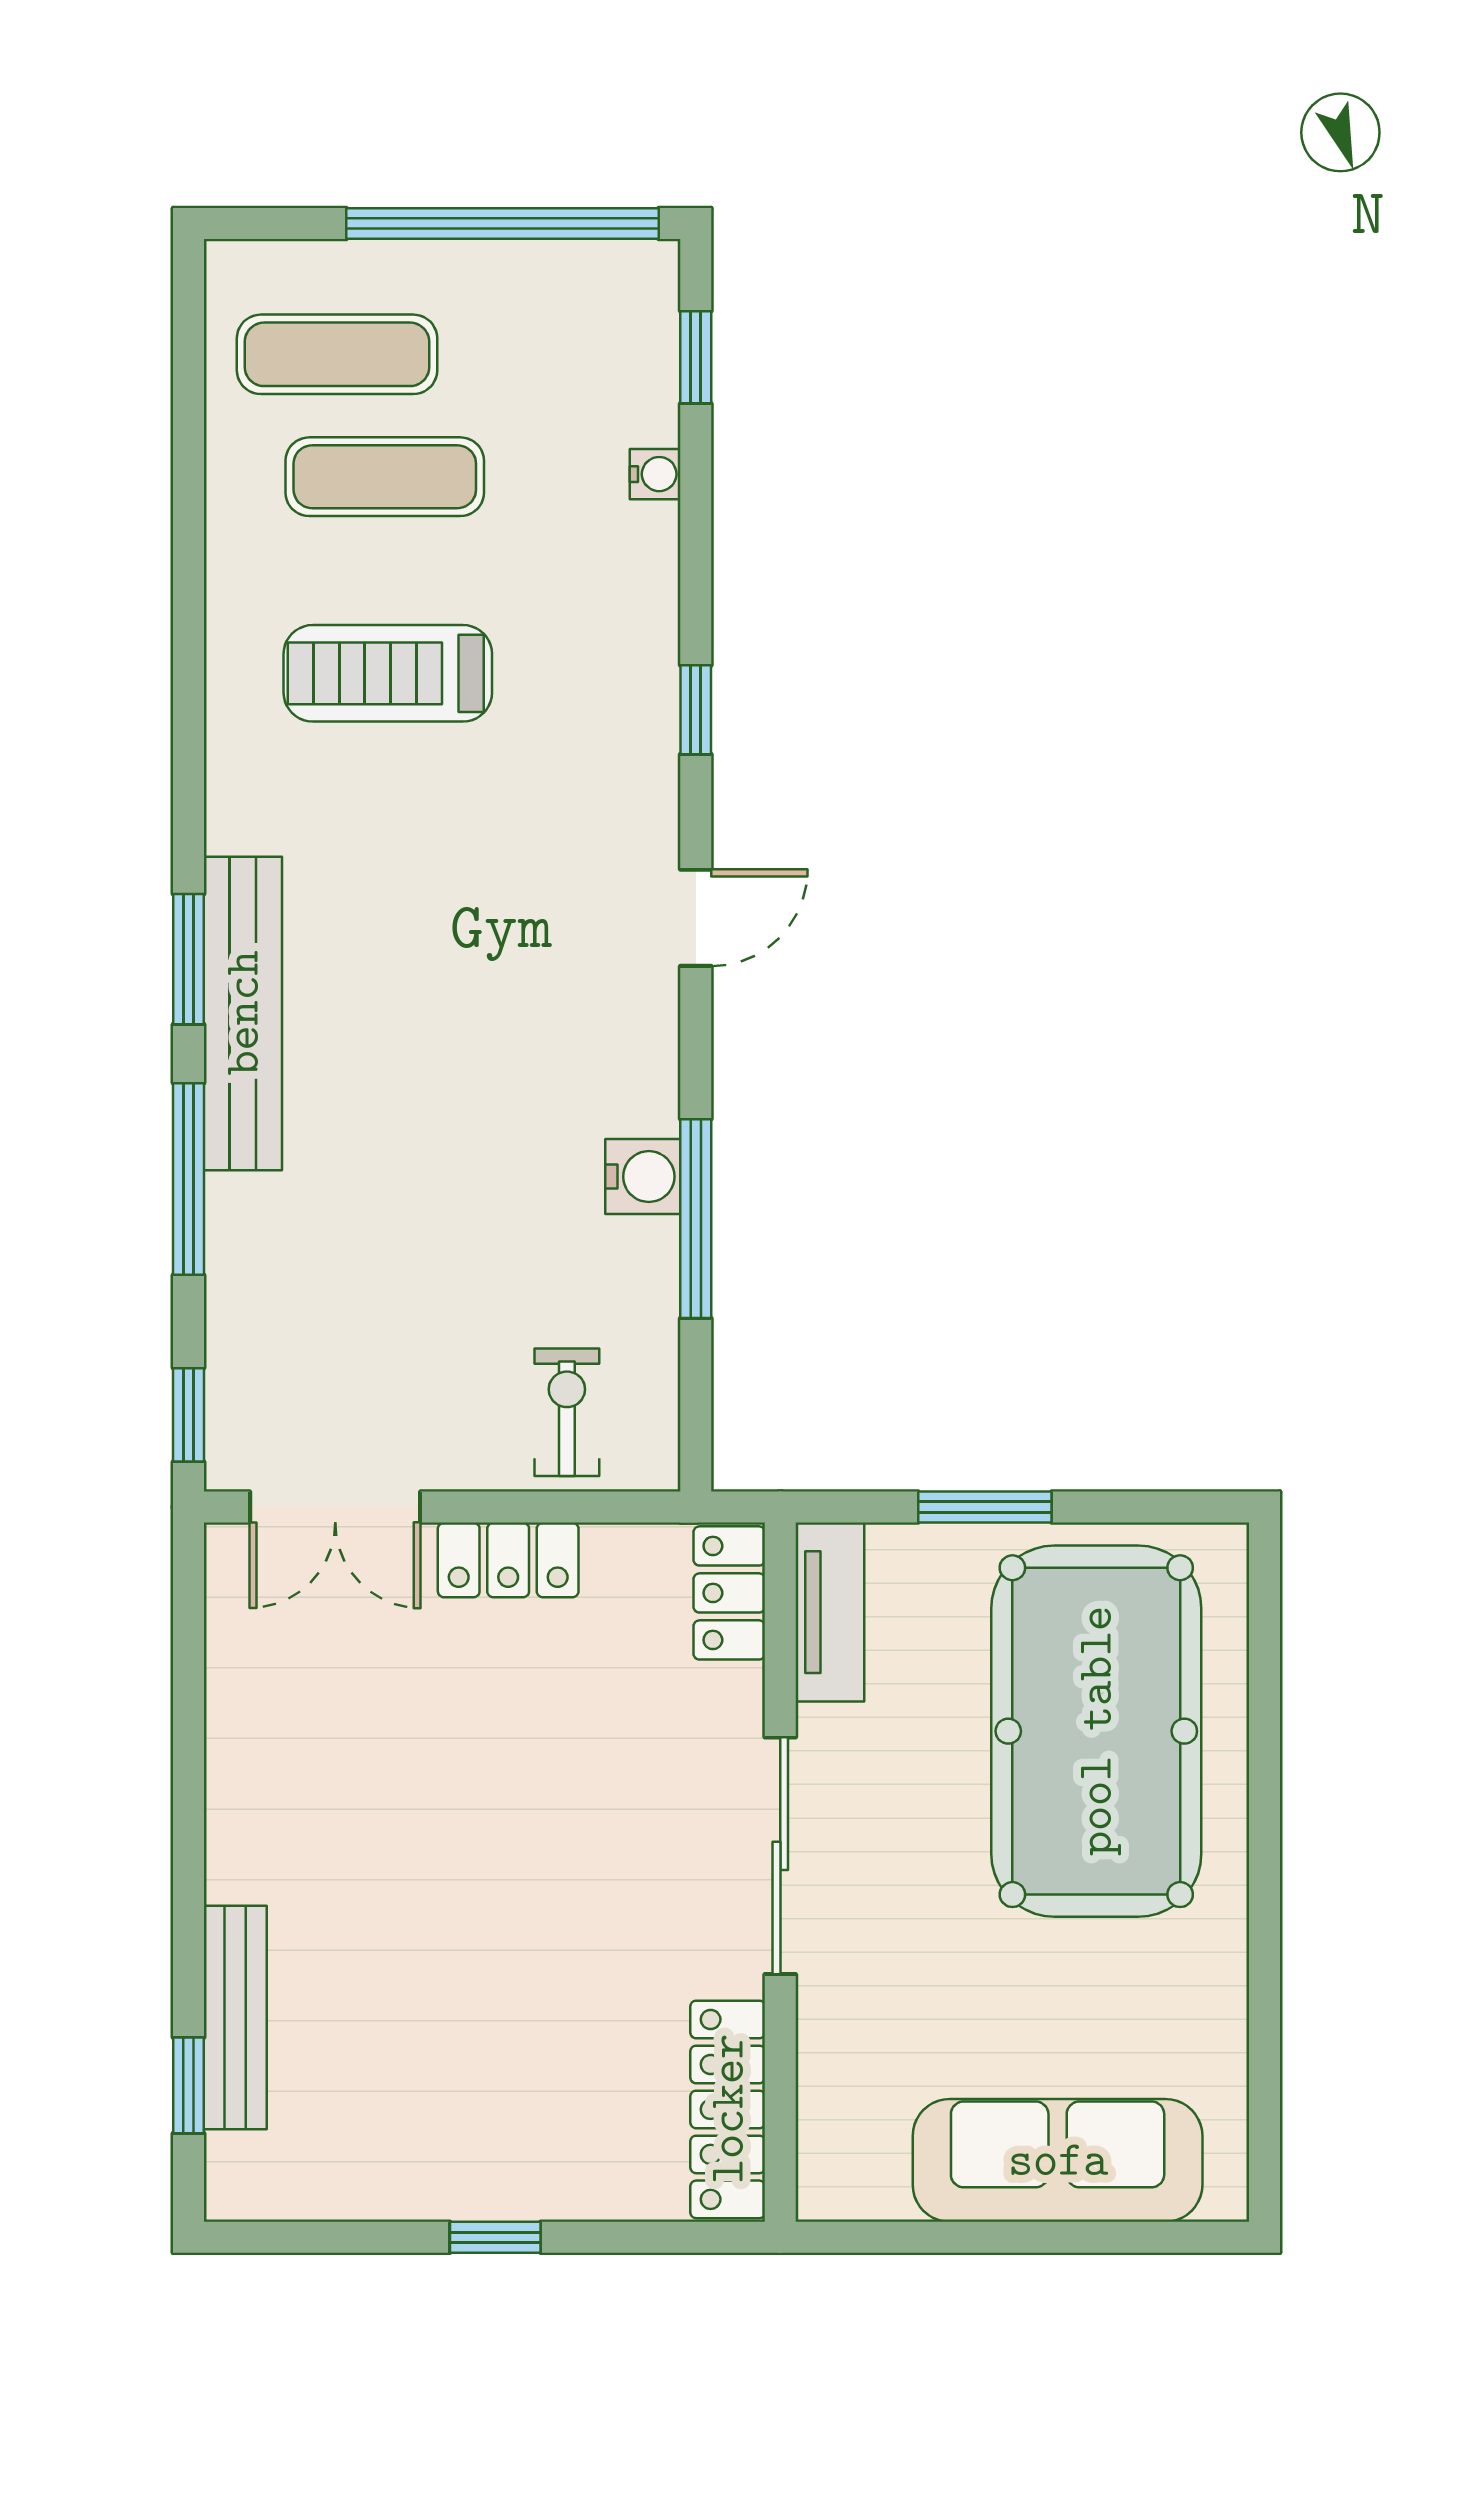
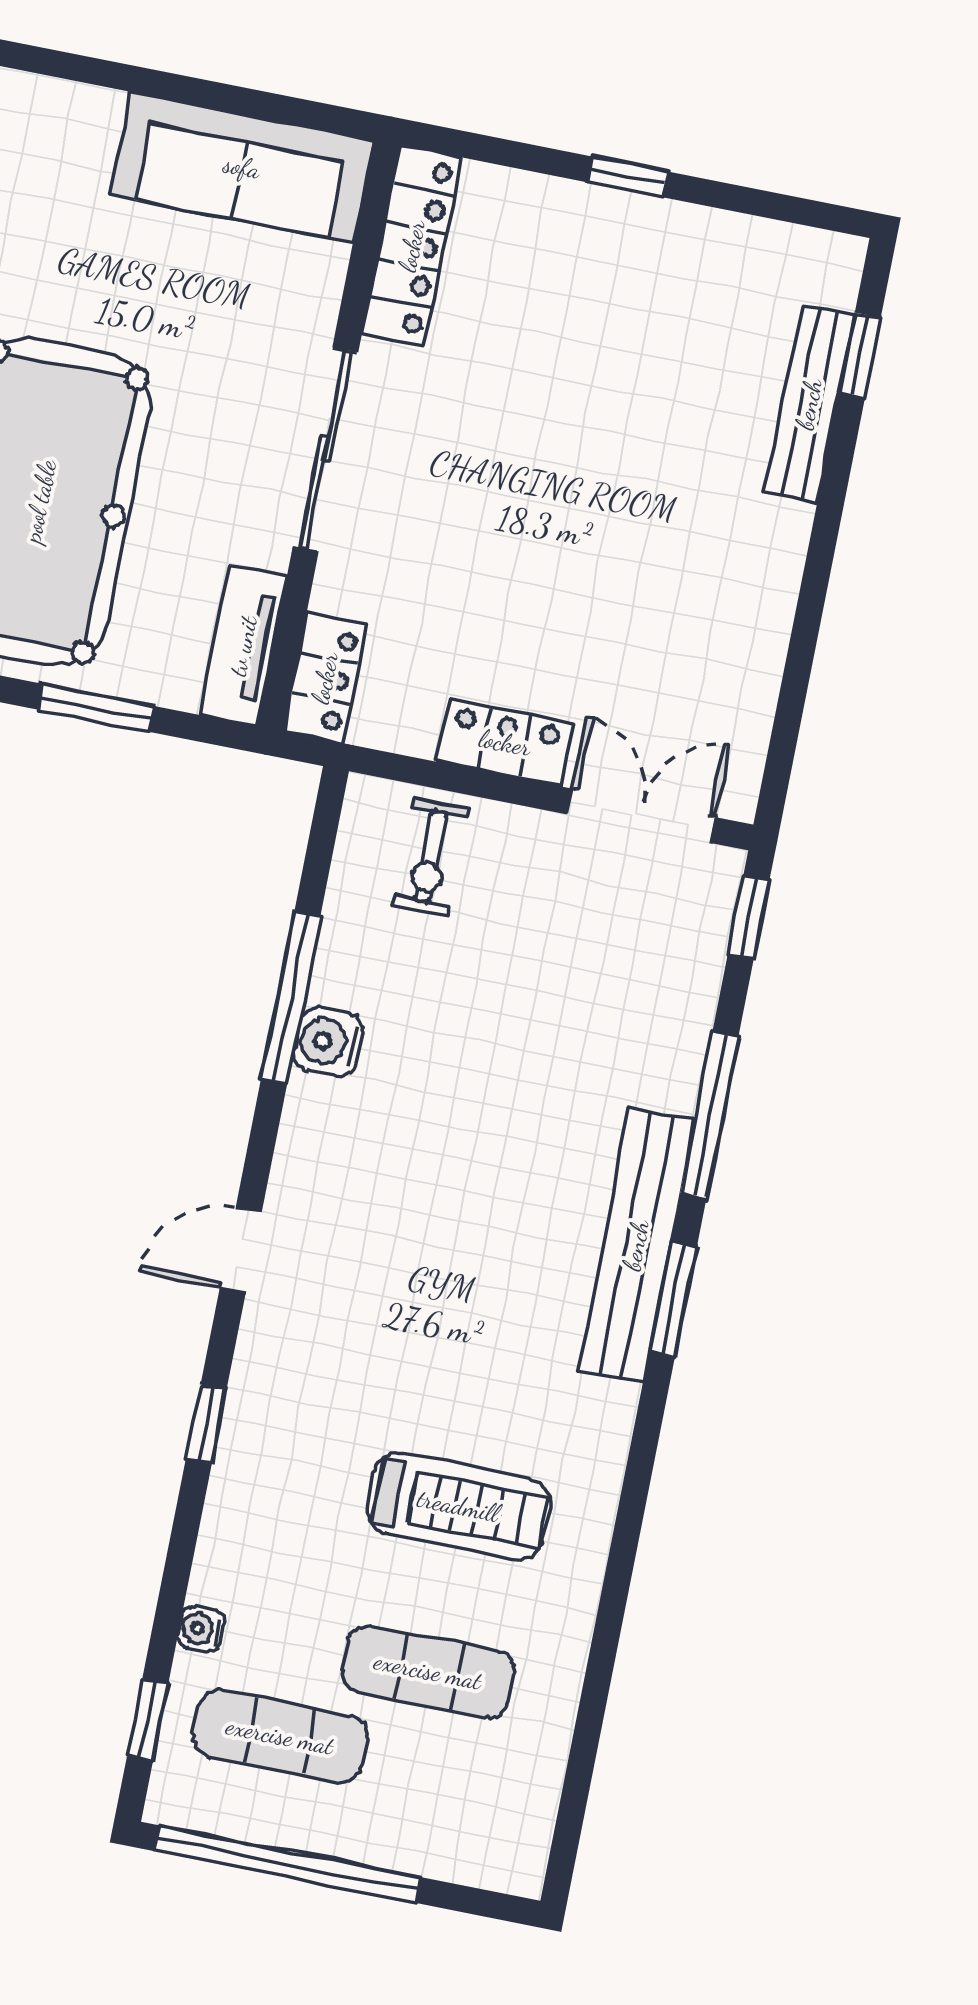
exercise mat: (337, 354) -> (280, 1736), moved
sofa: (1058, 2160) -> (242, 167), moved

